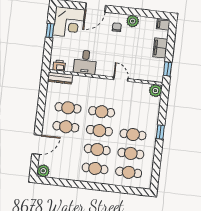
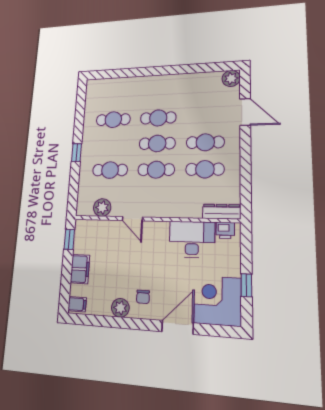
desk: (85, 62) -> (192, 239), width x1.37
plant: (155, 91) -> (102, 208), moved
cafe table: (133, 134) -> (110, 170), moved
door: (37, 144) -> (245, 112), swing flipped
cafe table: (95, 168) -> (159, 93), removed
cafe table: (129, 172) -> (115, 95), removed

